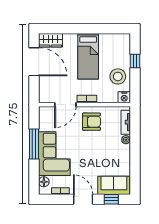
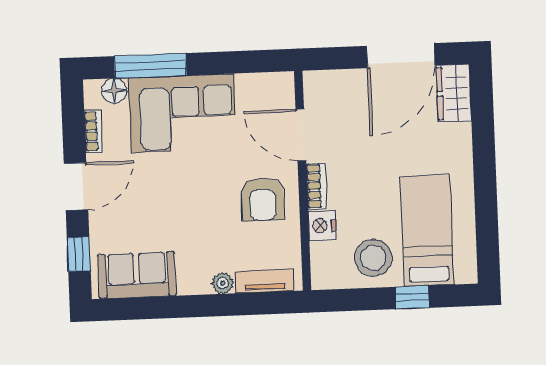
bed: (88, 56) -> (427, 231), moved, turned 90
nightstand: (124, 97) -> (322, 226), moved
window: (34, 144) -> (150, 66), moved
sofa: (114, 185) -> (137, 275), moved, turned -90

